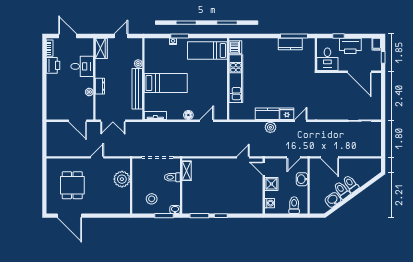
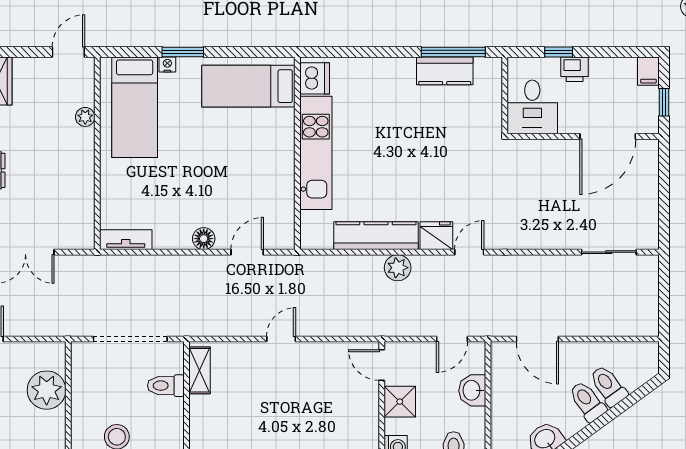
door: (121, 36) -> (68, 52), moved
printer: (350, 46) -> (575, 69), width x0.53, depth x0.68
door: (359, 72) -> (608, 136), hinge flipped
bed: (166, 83) -> (135, 107), moved, turned 90
bench: (137, 89) -> (83, 177), removed
kitchen counter: (267, 114) -> (376, 236), width x1.50
door: (243, 157) -> (281, 339), moved
toilet: (342, 190) -> (608, 386), moved

